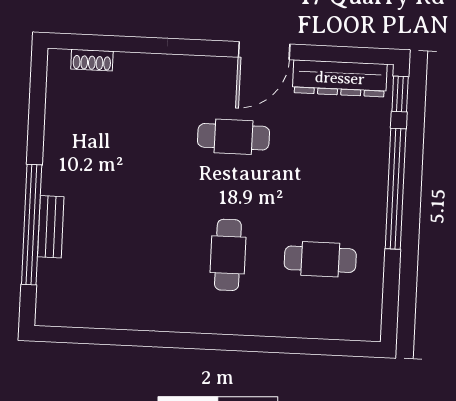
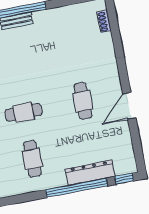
door: (264, 51) -> (129, 106), hinge flipped
dresser: (340, 78) -> (90, 173), moved, turned 90

